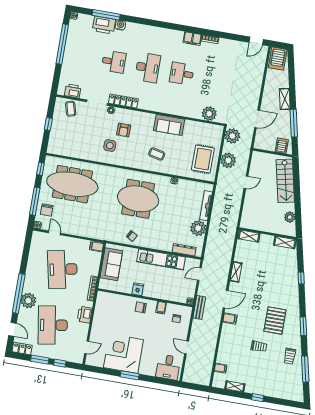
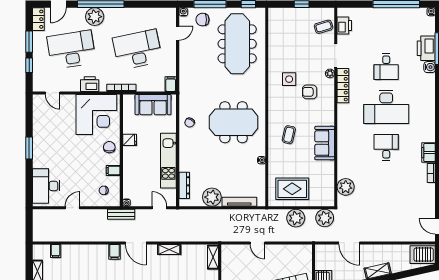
desk: (148, 68) -> (386, 107), width x1.36, depth x1.30
door: (246, 182) -> (257, 243), moved
meeting table: (138, 199) -> (234, 122), turned 90
corner desk: (123, 354) -> (96, 115), moved, turned 90
desk: (168, 367) -> (46, 186), width x1.37

